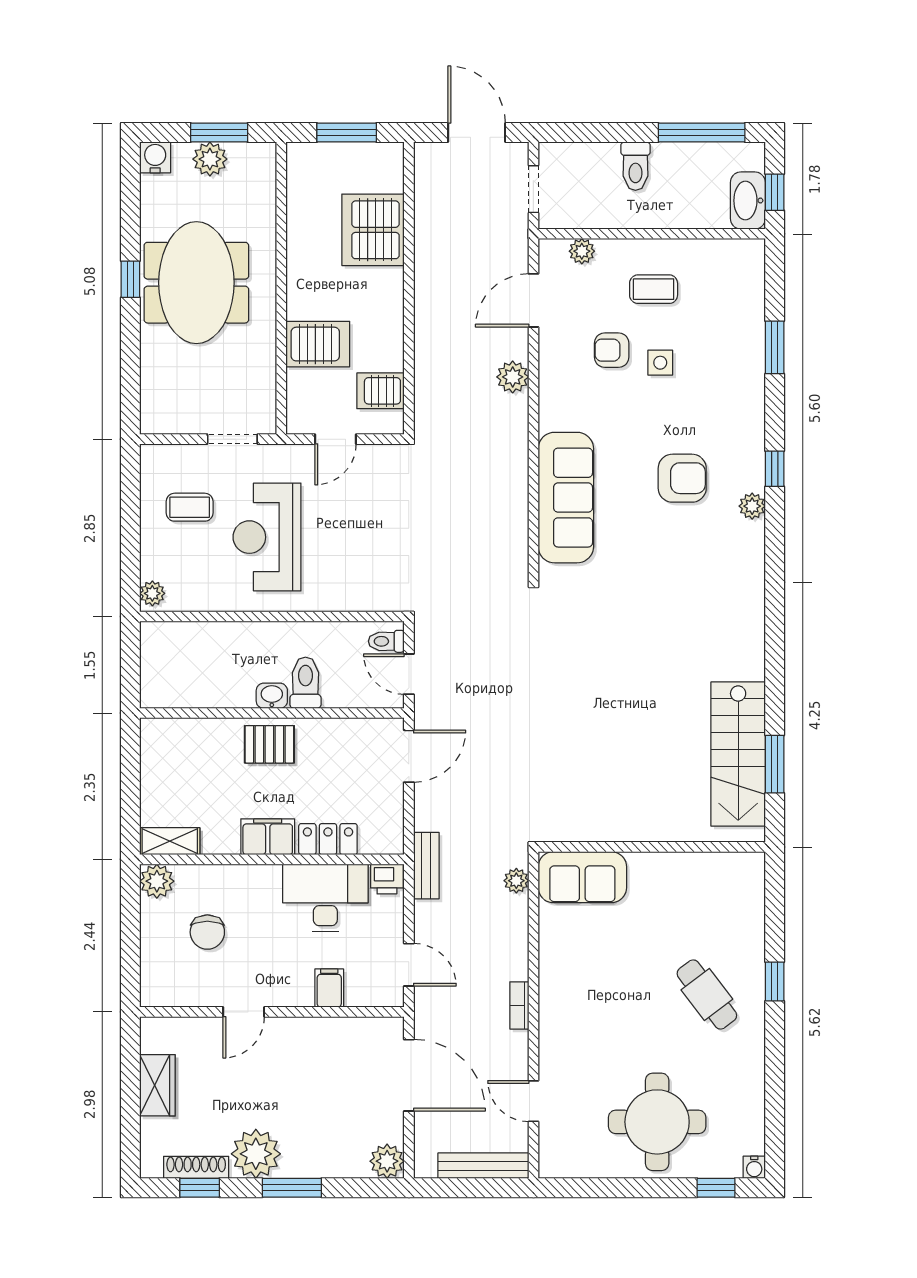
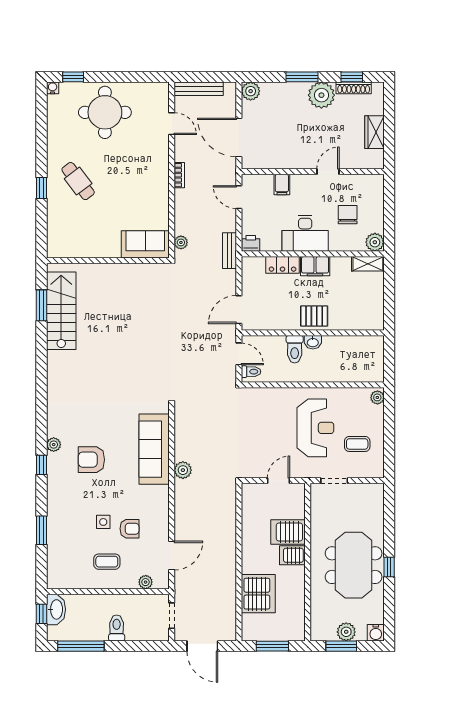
plant: (513, 377) -> (183, 470), moved
server rack: (381, 391) -> (292, 555), moved, turned 180
desk: (325, 898) -> (305, 233), moved

